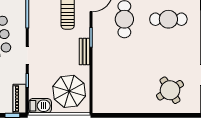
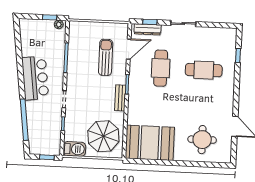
round table: (170, 90) -> (202, 140), turned 32
booth: (117, 96) -> (150, 143), added
piano: (19, 99) -> (55, 141), removed

